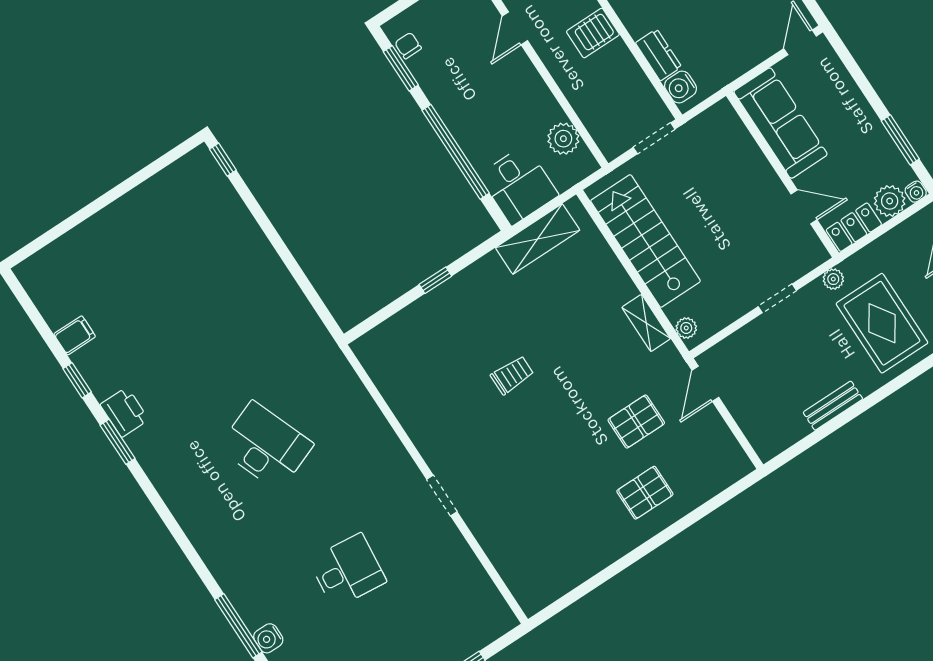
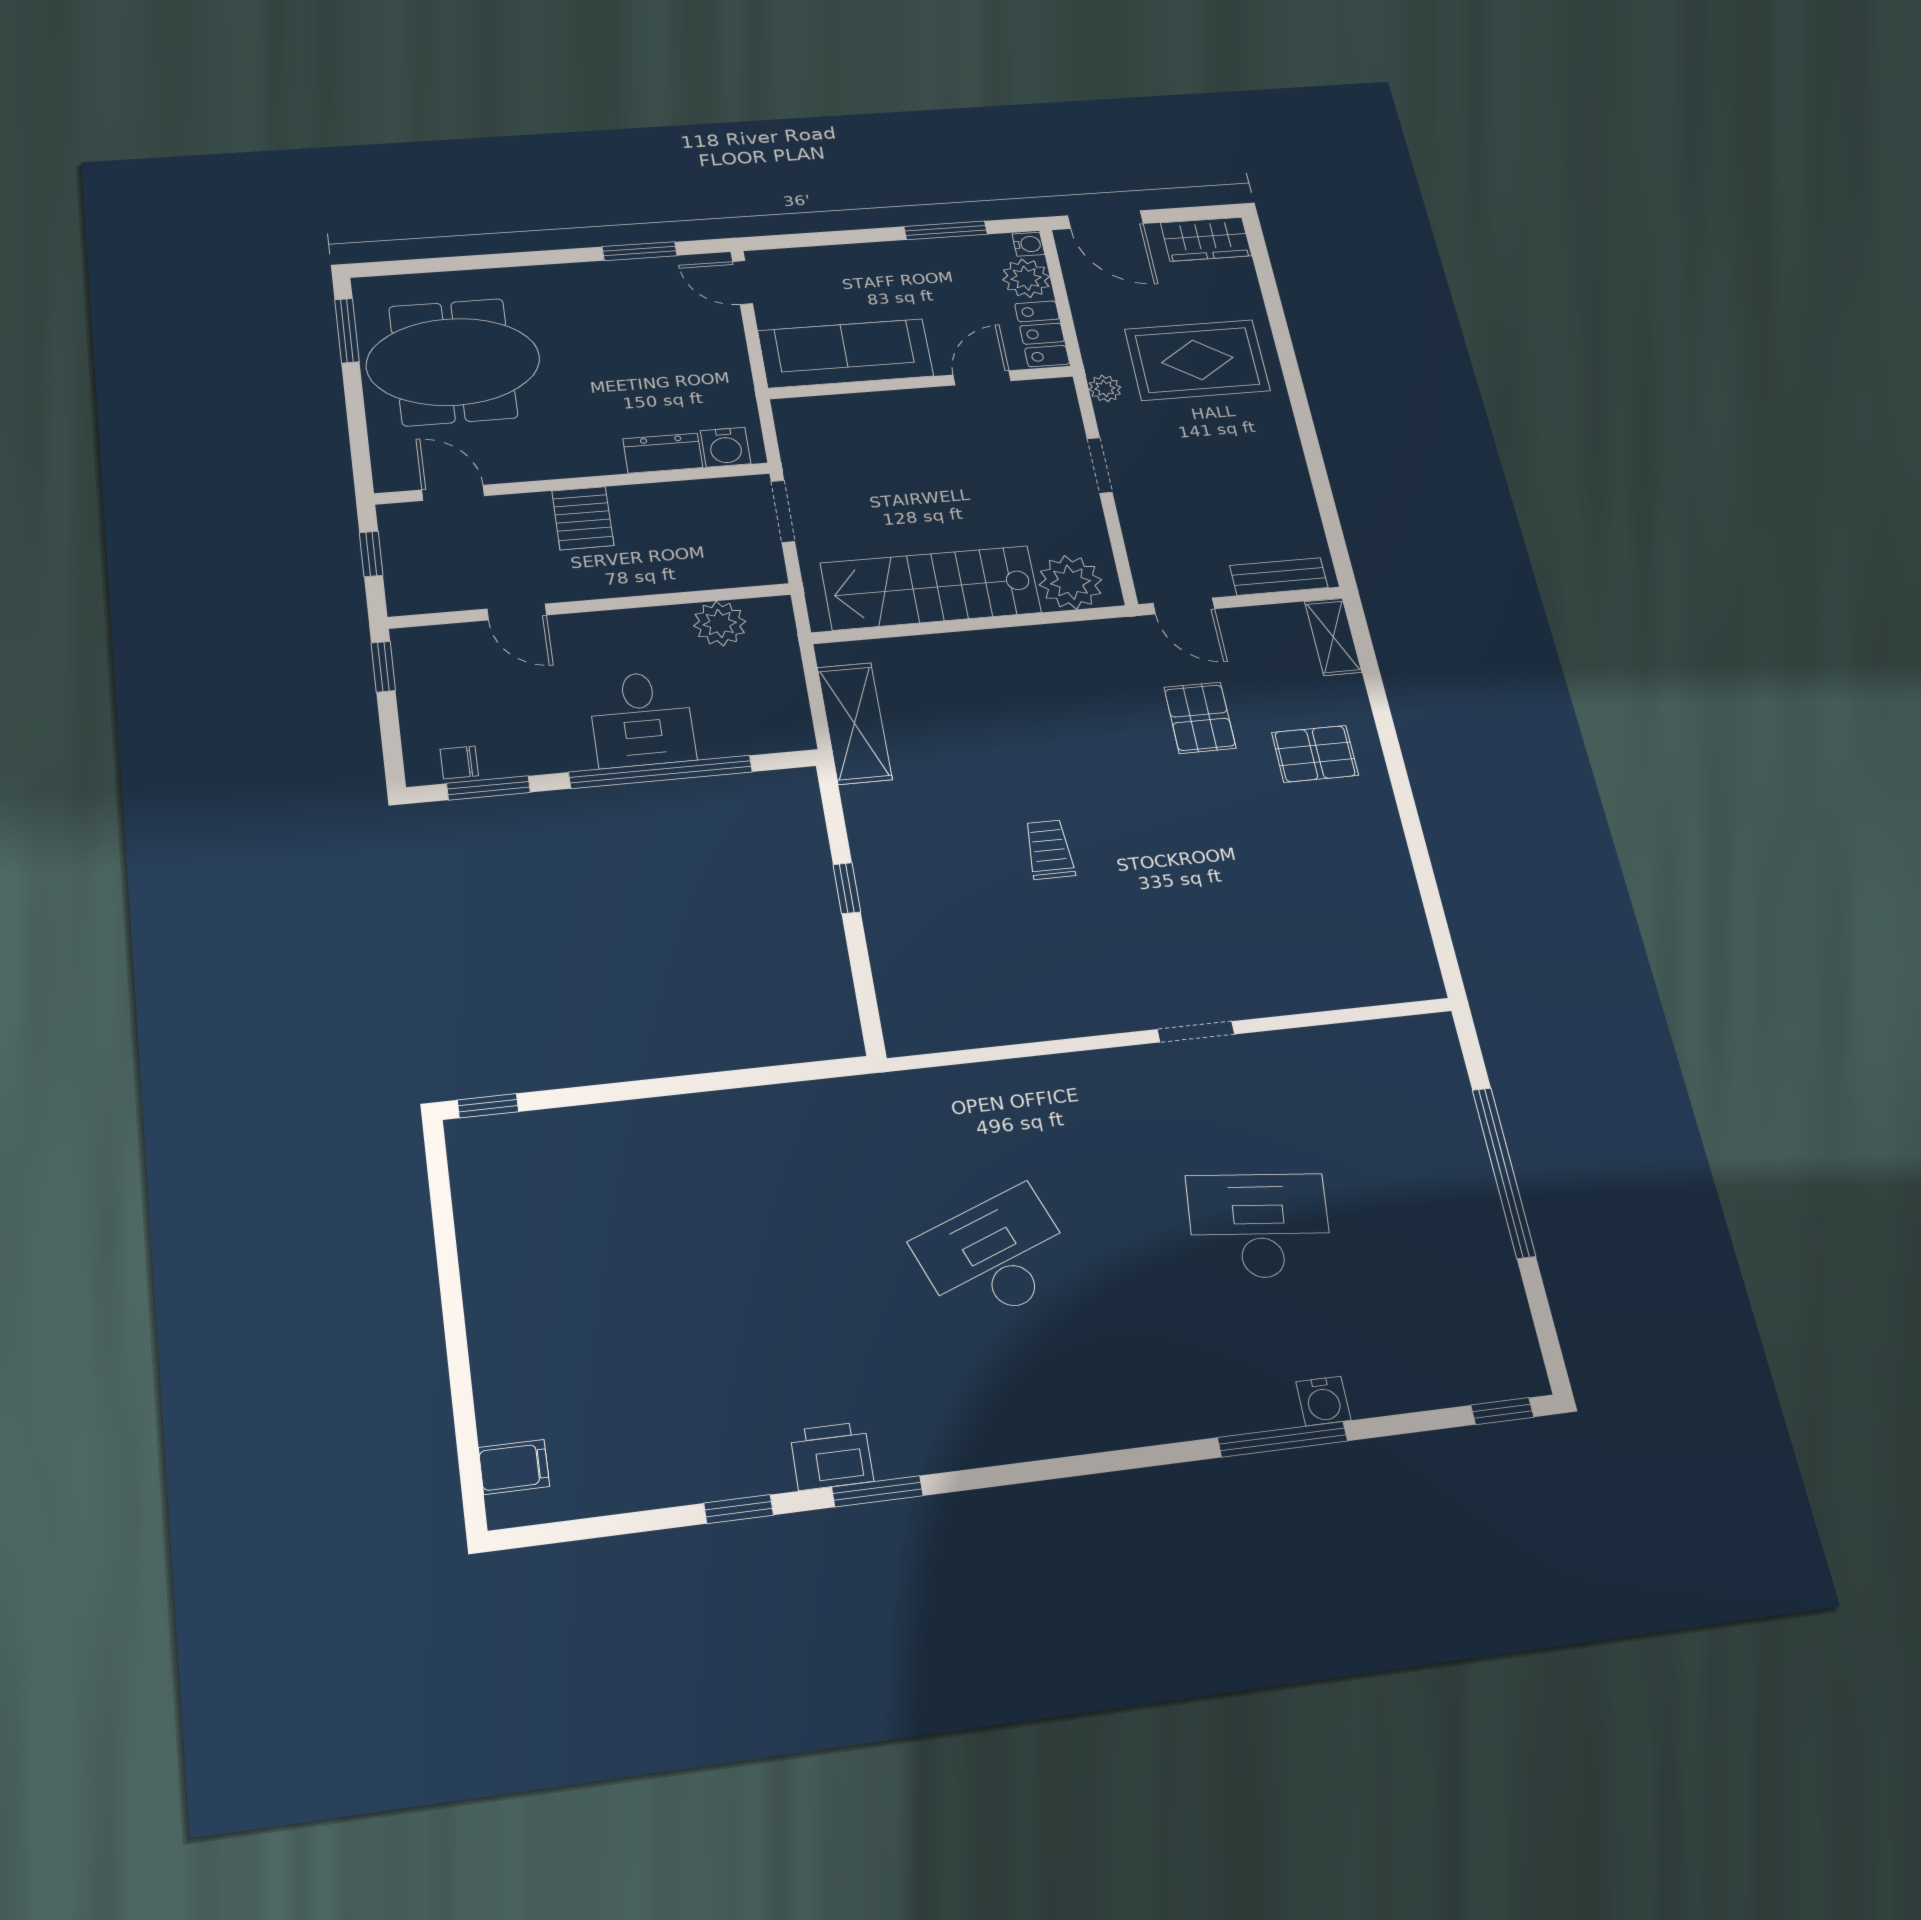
desk: (519, 185) -> (642, 719), moved, turned 90
shelving: (646, 323) -> (1333, 637), moved, turned 90
plant: (686, 328) -> (1070, 582), width x1.88, depth x1.88
filing cabinet: (75, 335) -> (514, 1467), moved, turned 90
bench: (833, 406) -> (1279, 577), moved, turned 90
pallet: (645, 493) -> (1315, 754), turned 90
desk: (348, 571) -> (1259, 1226), width x1.37

